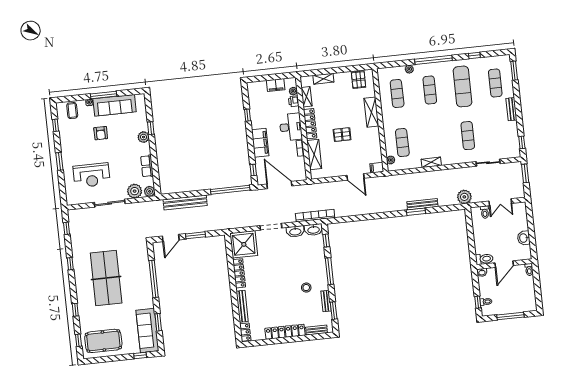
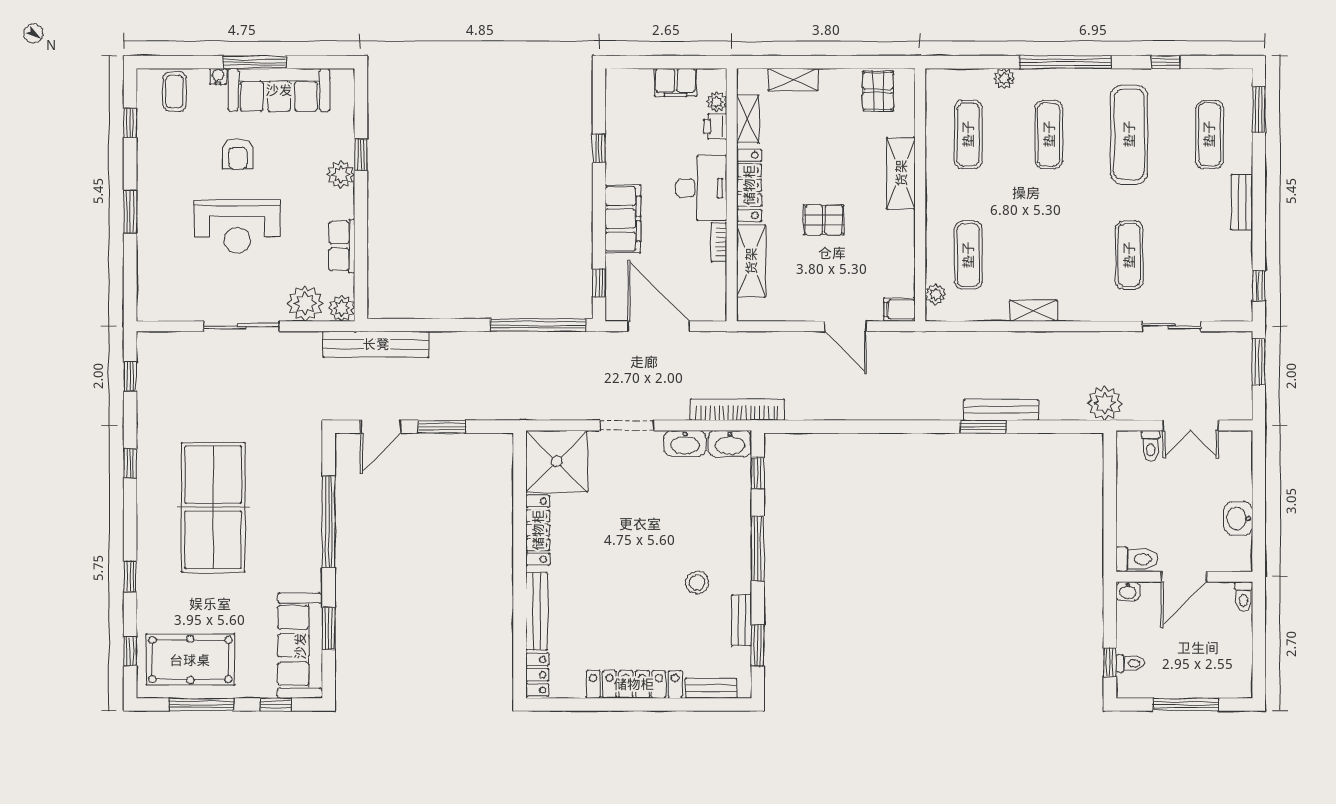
reception desk: (92, 175) -> (237, 226), moved
bench: (185, 203) -> (376, 344), moved
window: (110, 359) -> (201, 704), added

